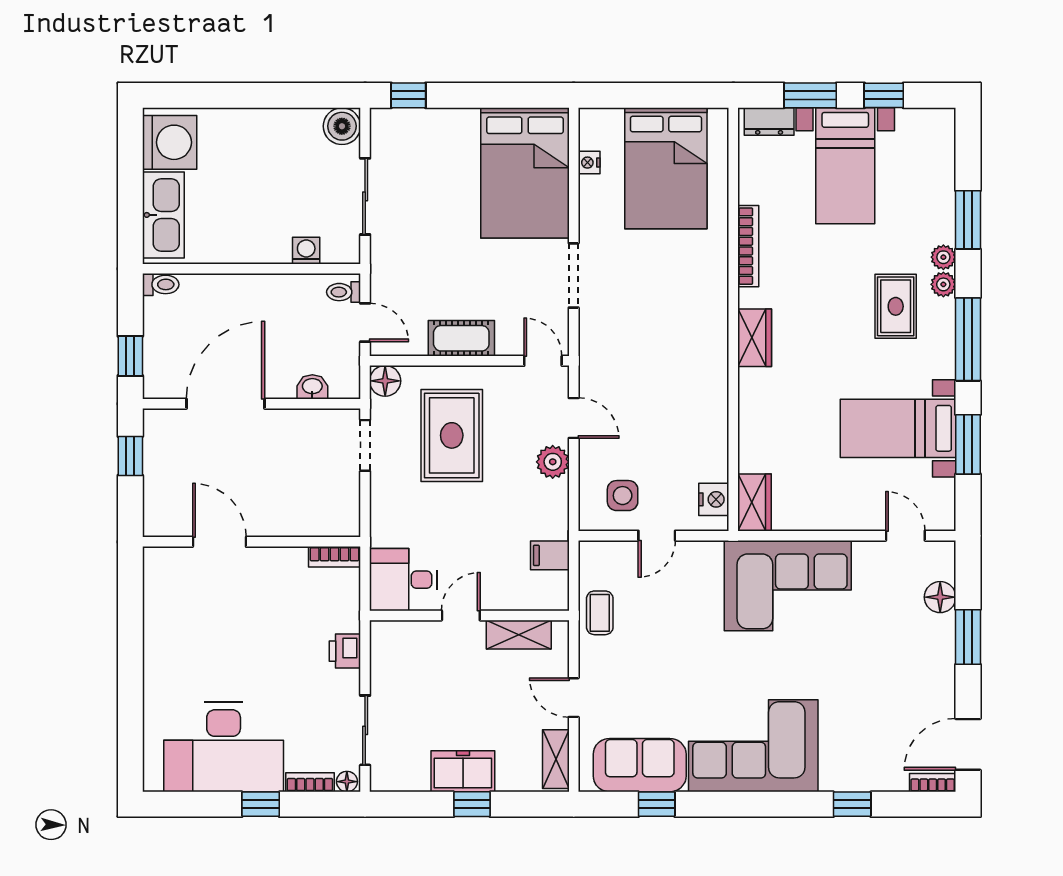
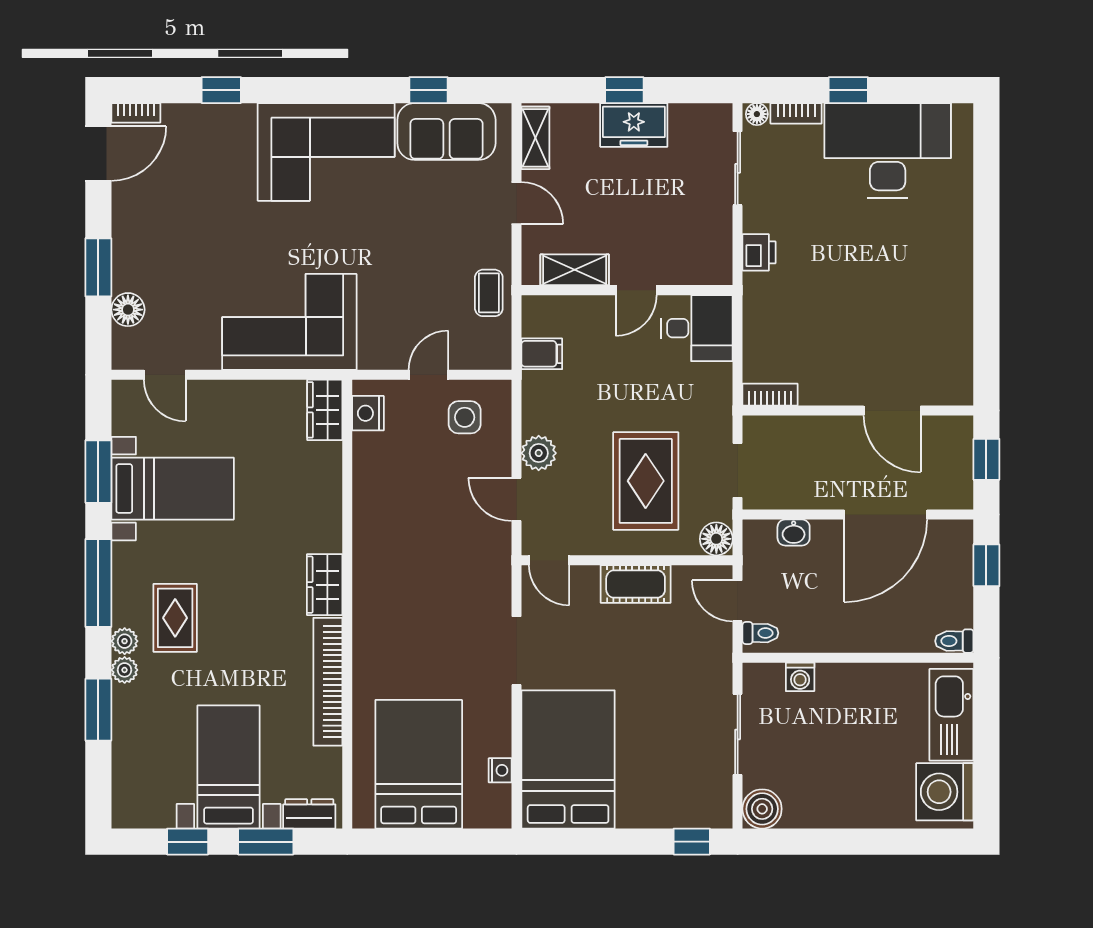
bookcase: (748, 246) -> (328, 682), width x1.48, depth x1.31
door: (219, 542) -> (892, 410), moved
wall: (252, 542) -> (858, 410), moved
bookcase: (335, 557) -> (770, 395), moved

